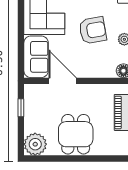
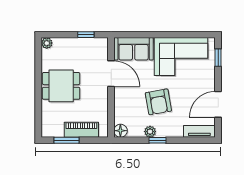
door: (63, 81) -> (111, 74), hinge flipped
plant: (35, 144) -> (47, 43), width x0.53, depth x0.53

